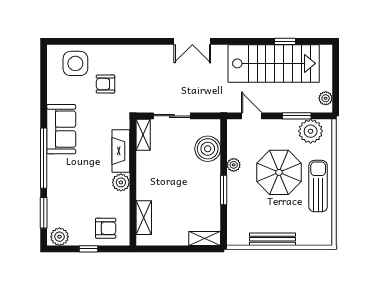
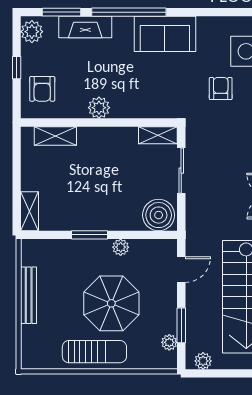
plant: (311, 131) -> (169, 342), width x0.53, depth x0.53
boiler: (208, 149) -> (159, 215), moved
fireplace: (121, 151) -> (85, 27), moved, turned 180

